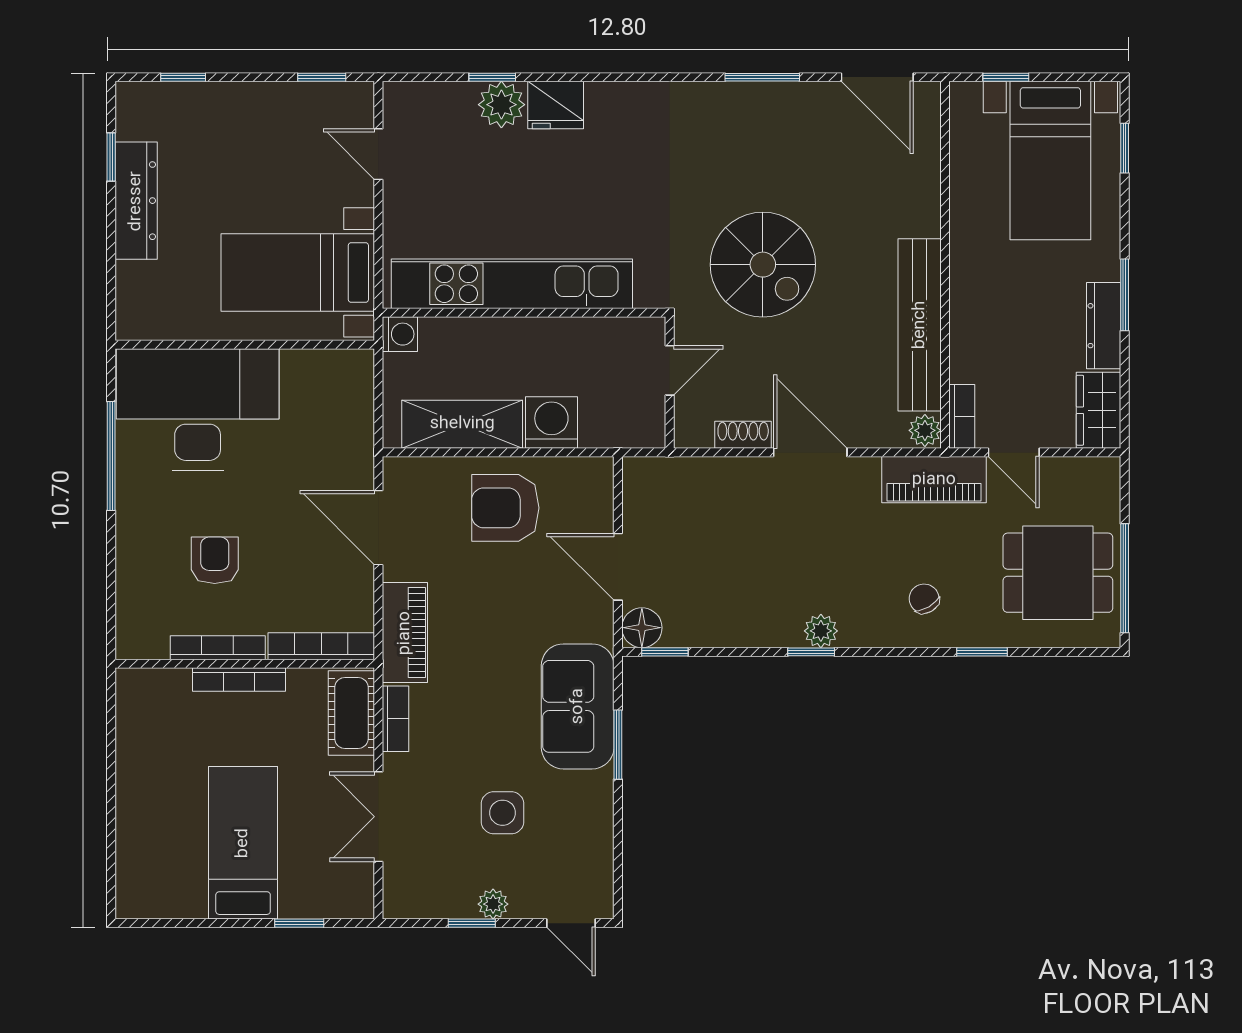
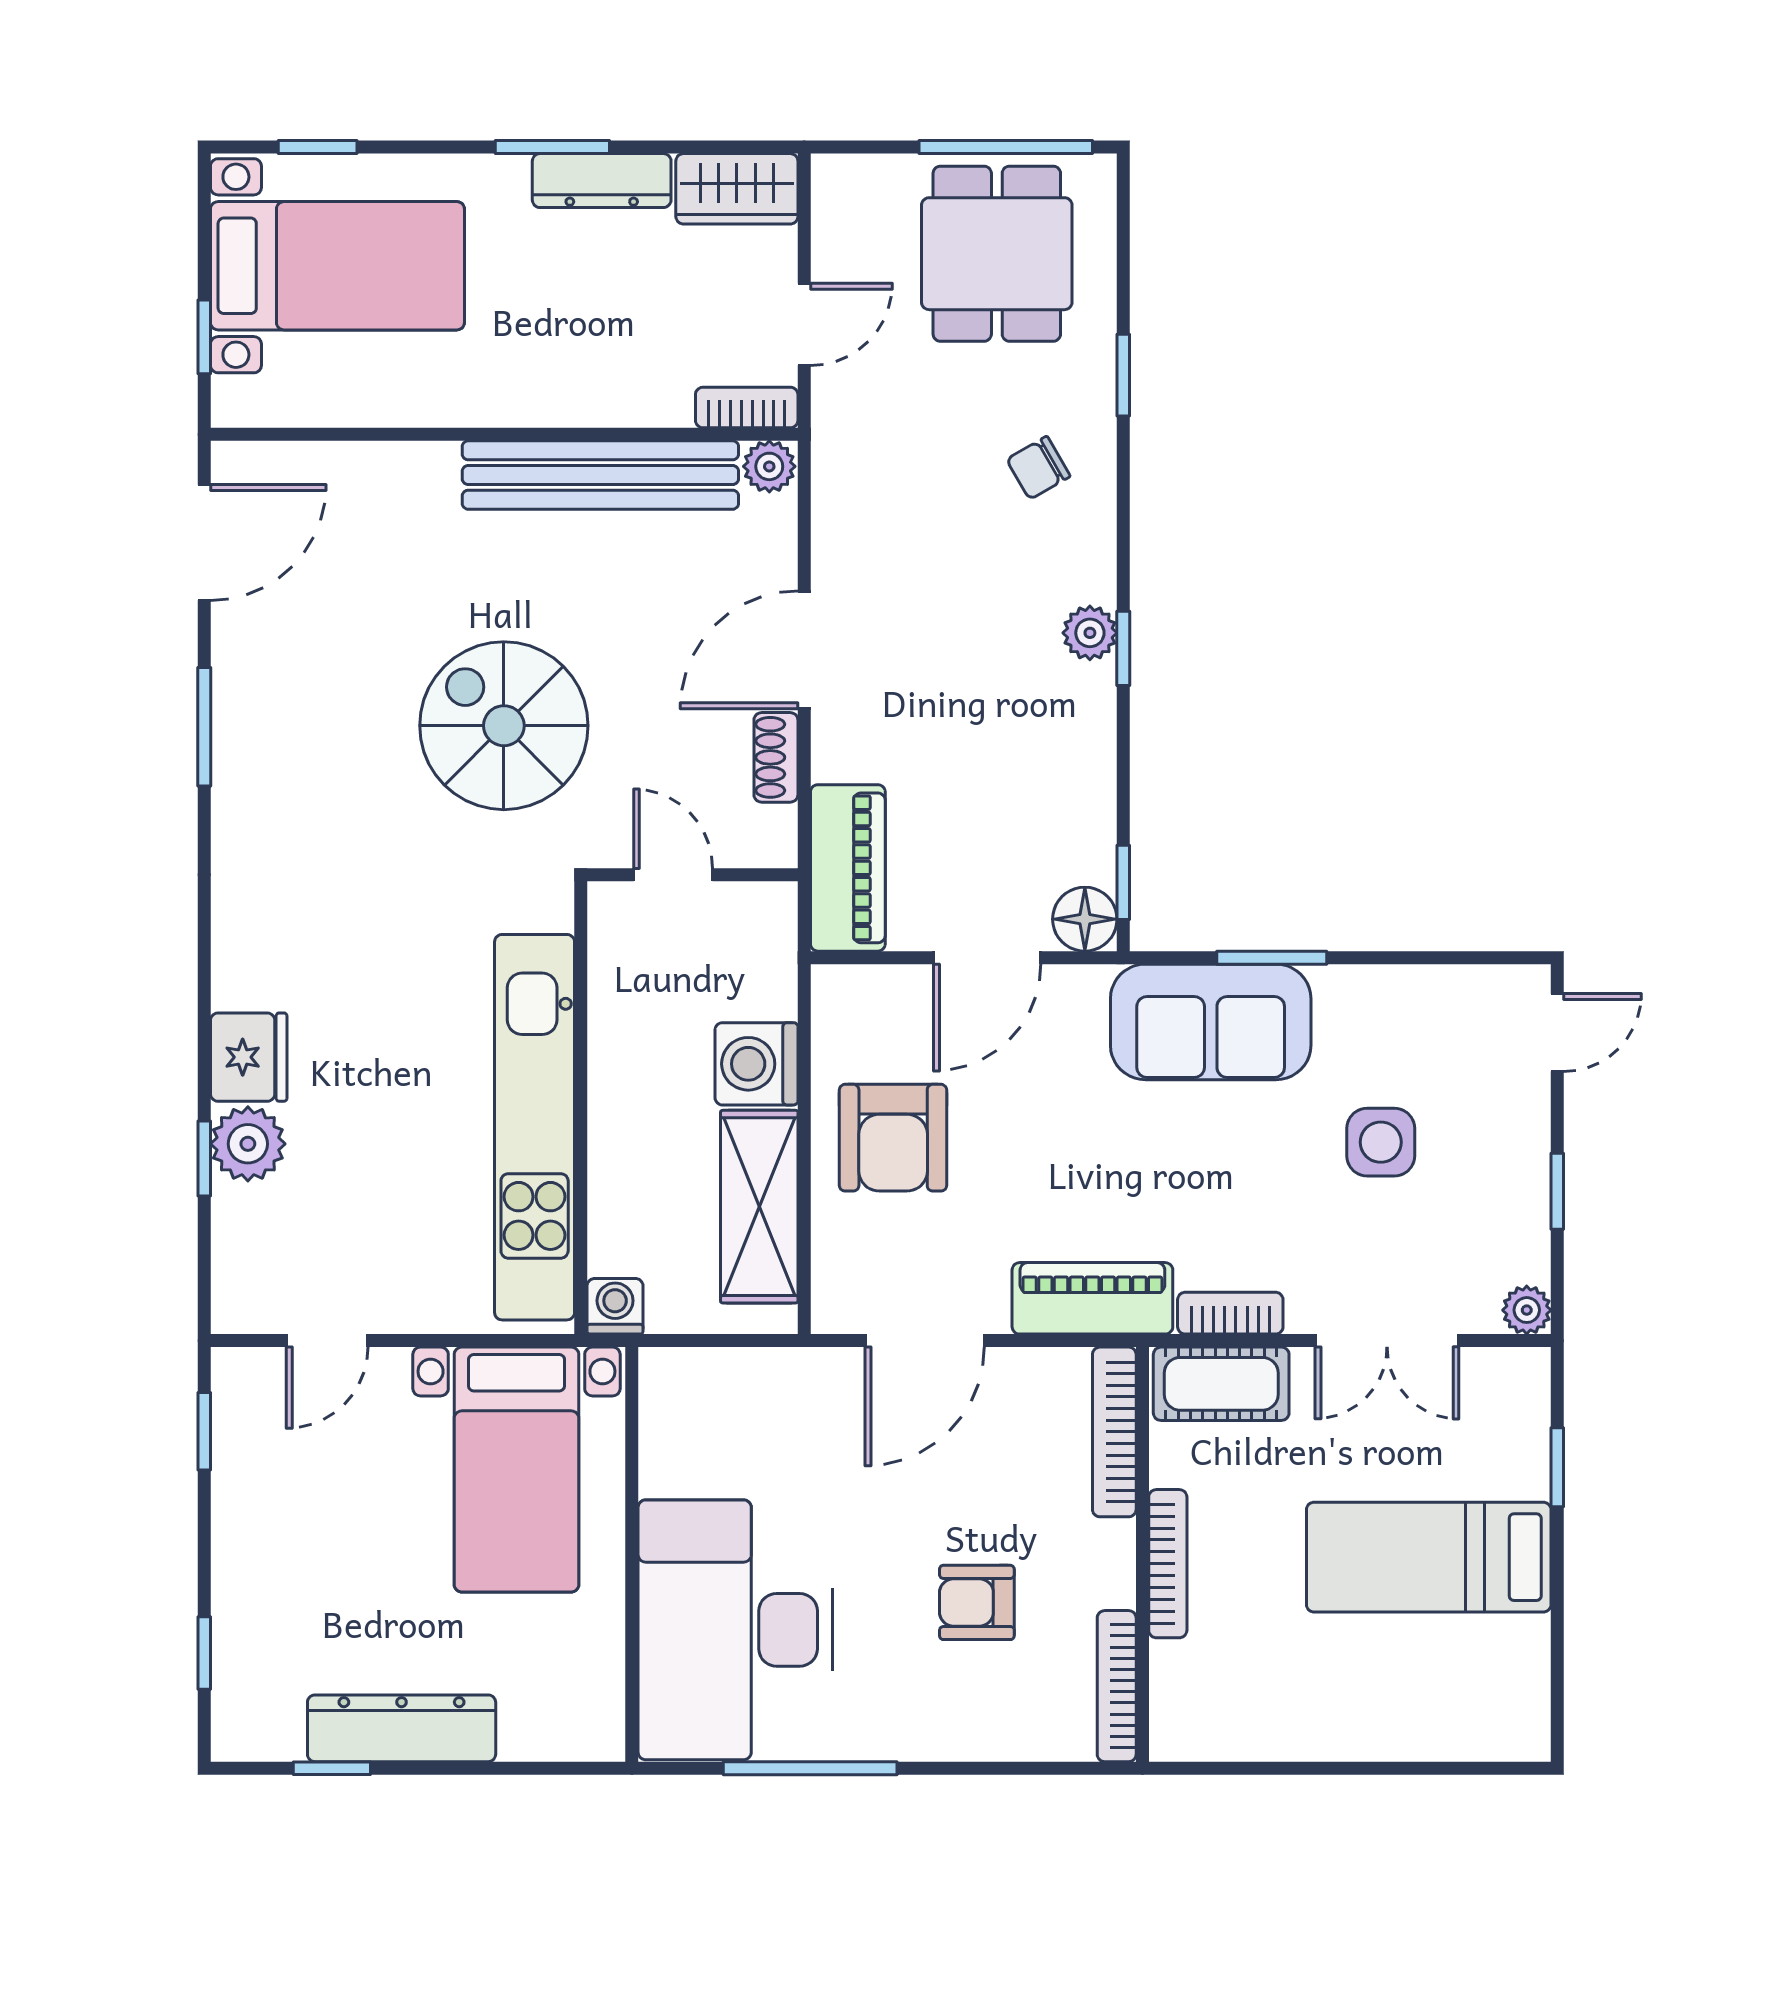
spiral stairs: (763, 265) -> (504, 726), turned -90
piano: (934, 480) -> (848, 868), moved
bookcase: (218, 648) -> (1117, 1686), moved
plant: (493, 904) -> (1527, 1310), moved

